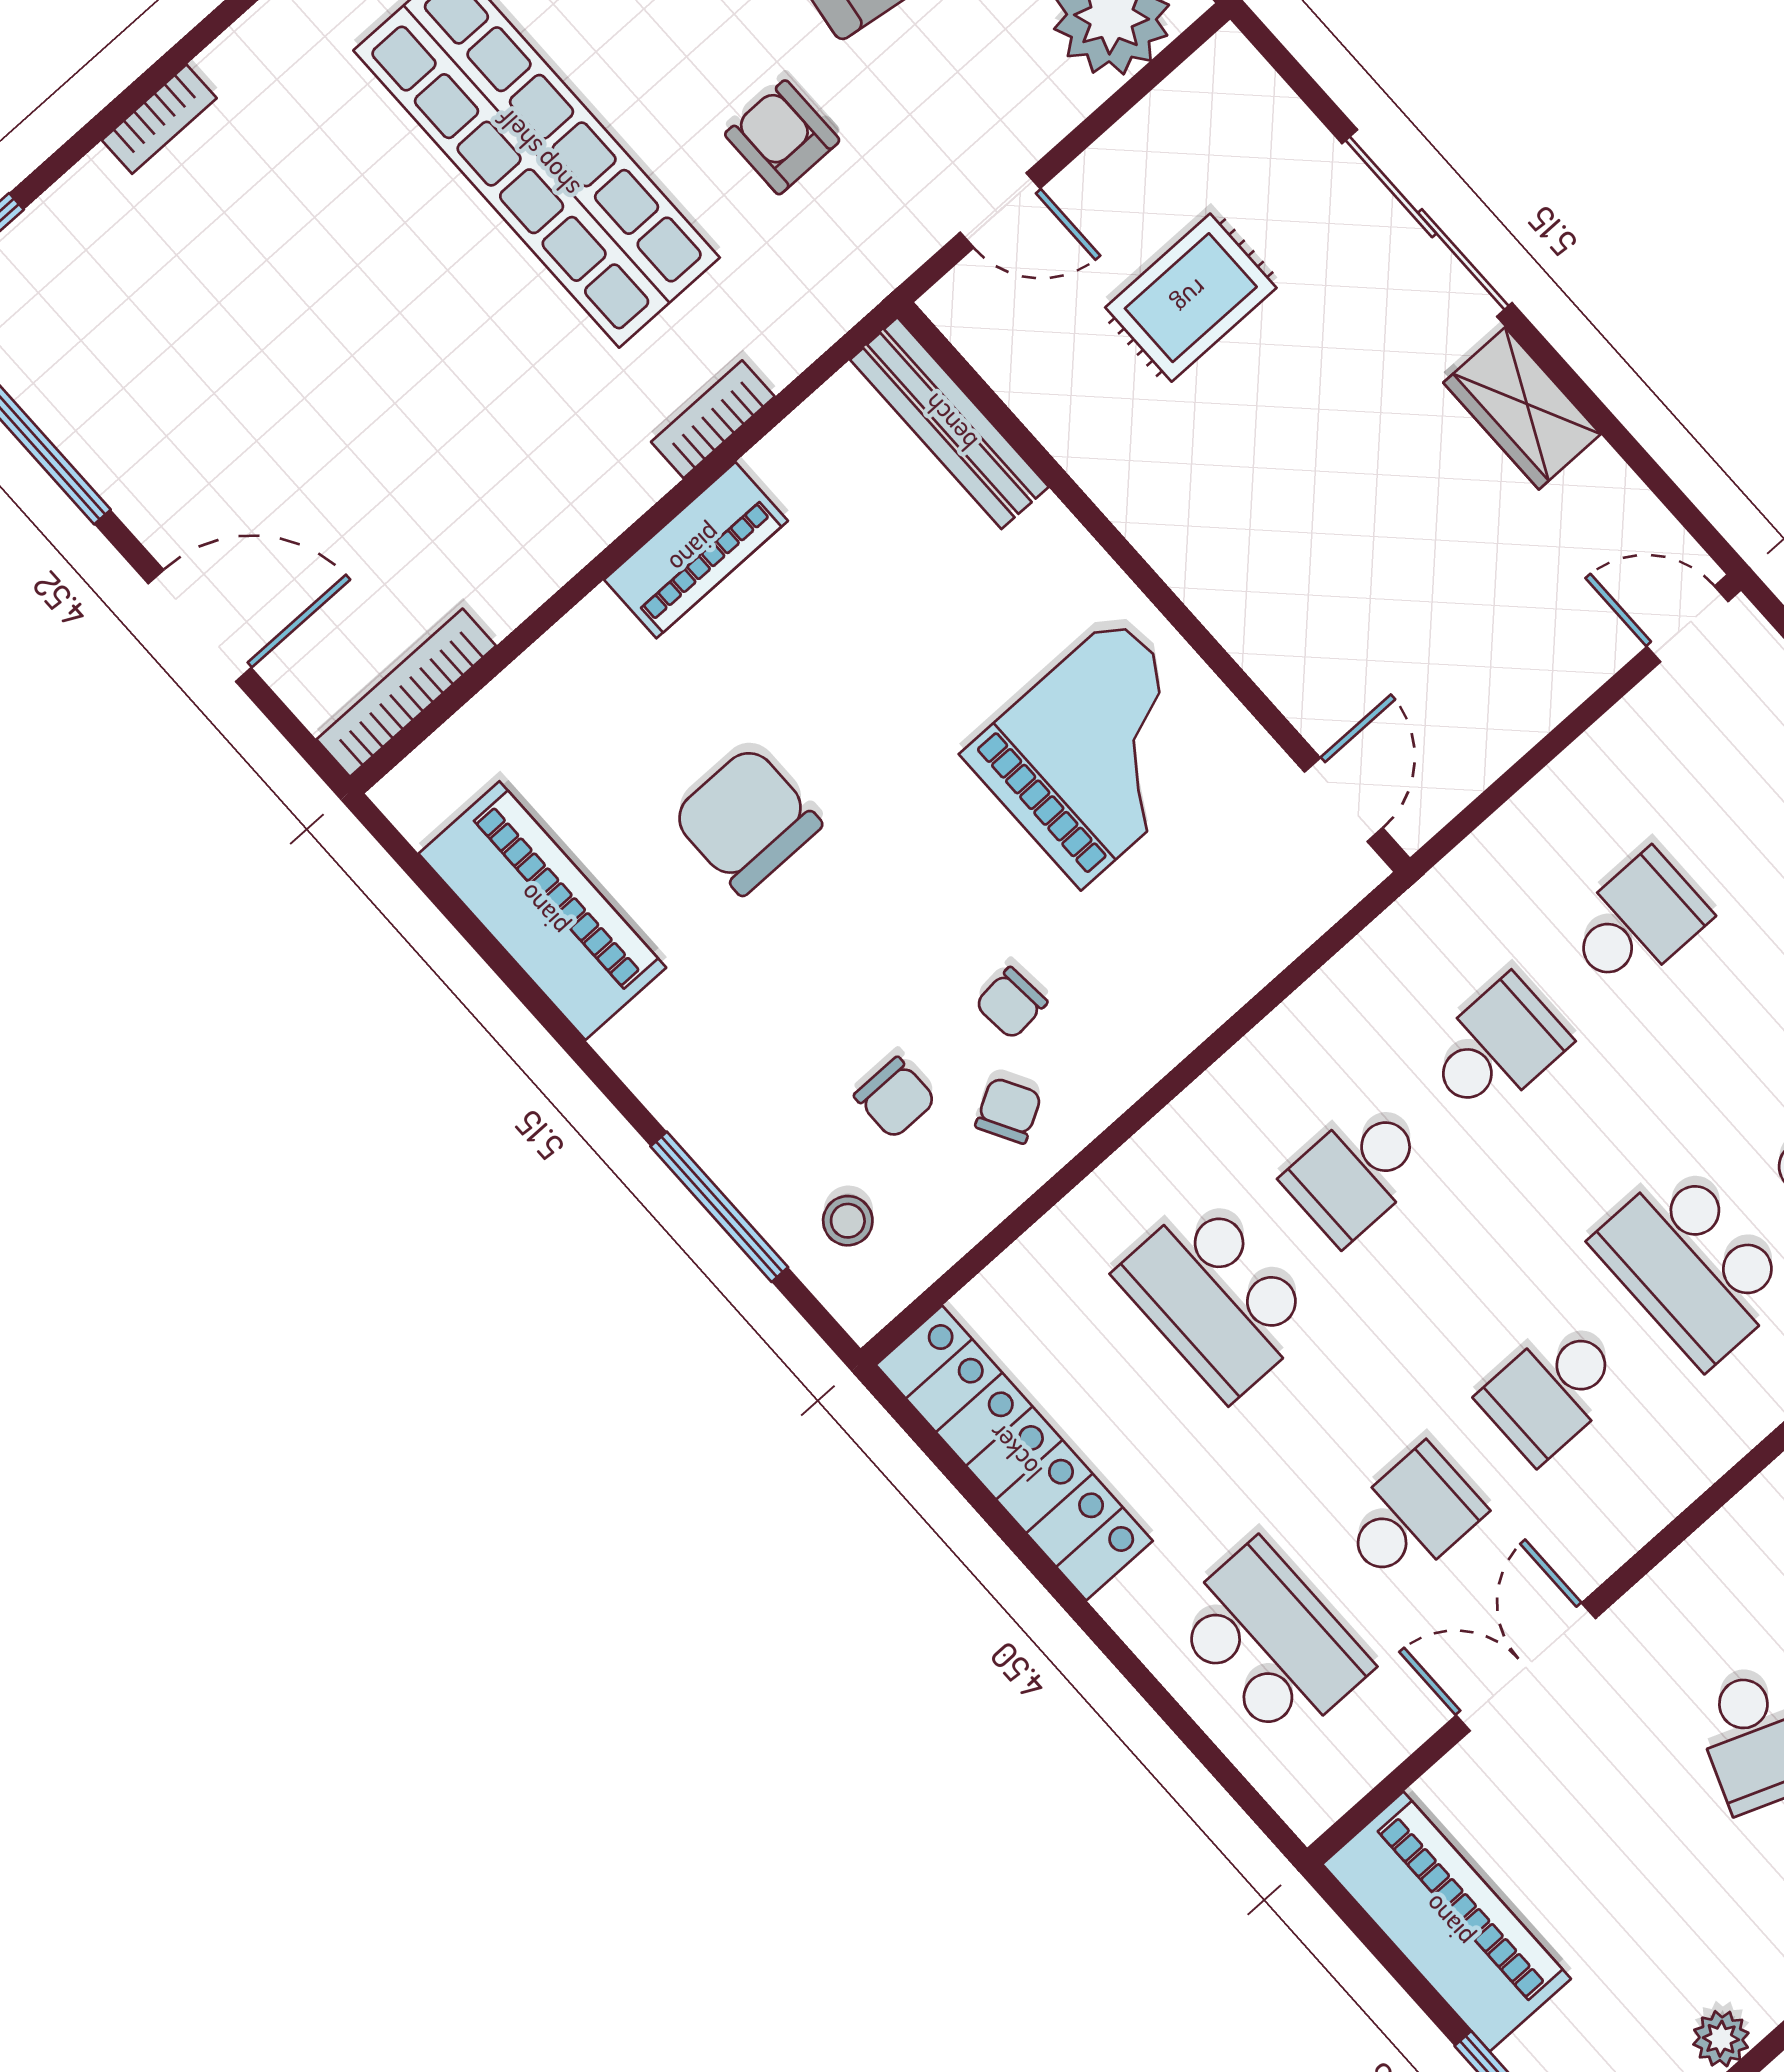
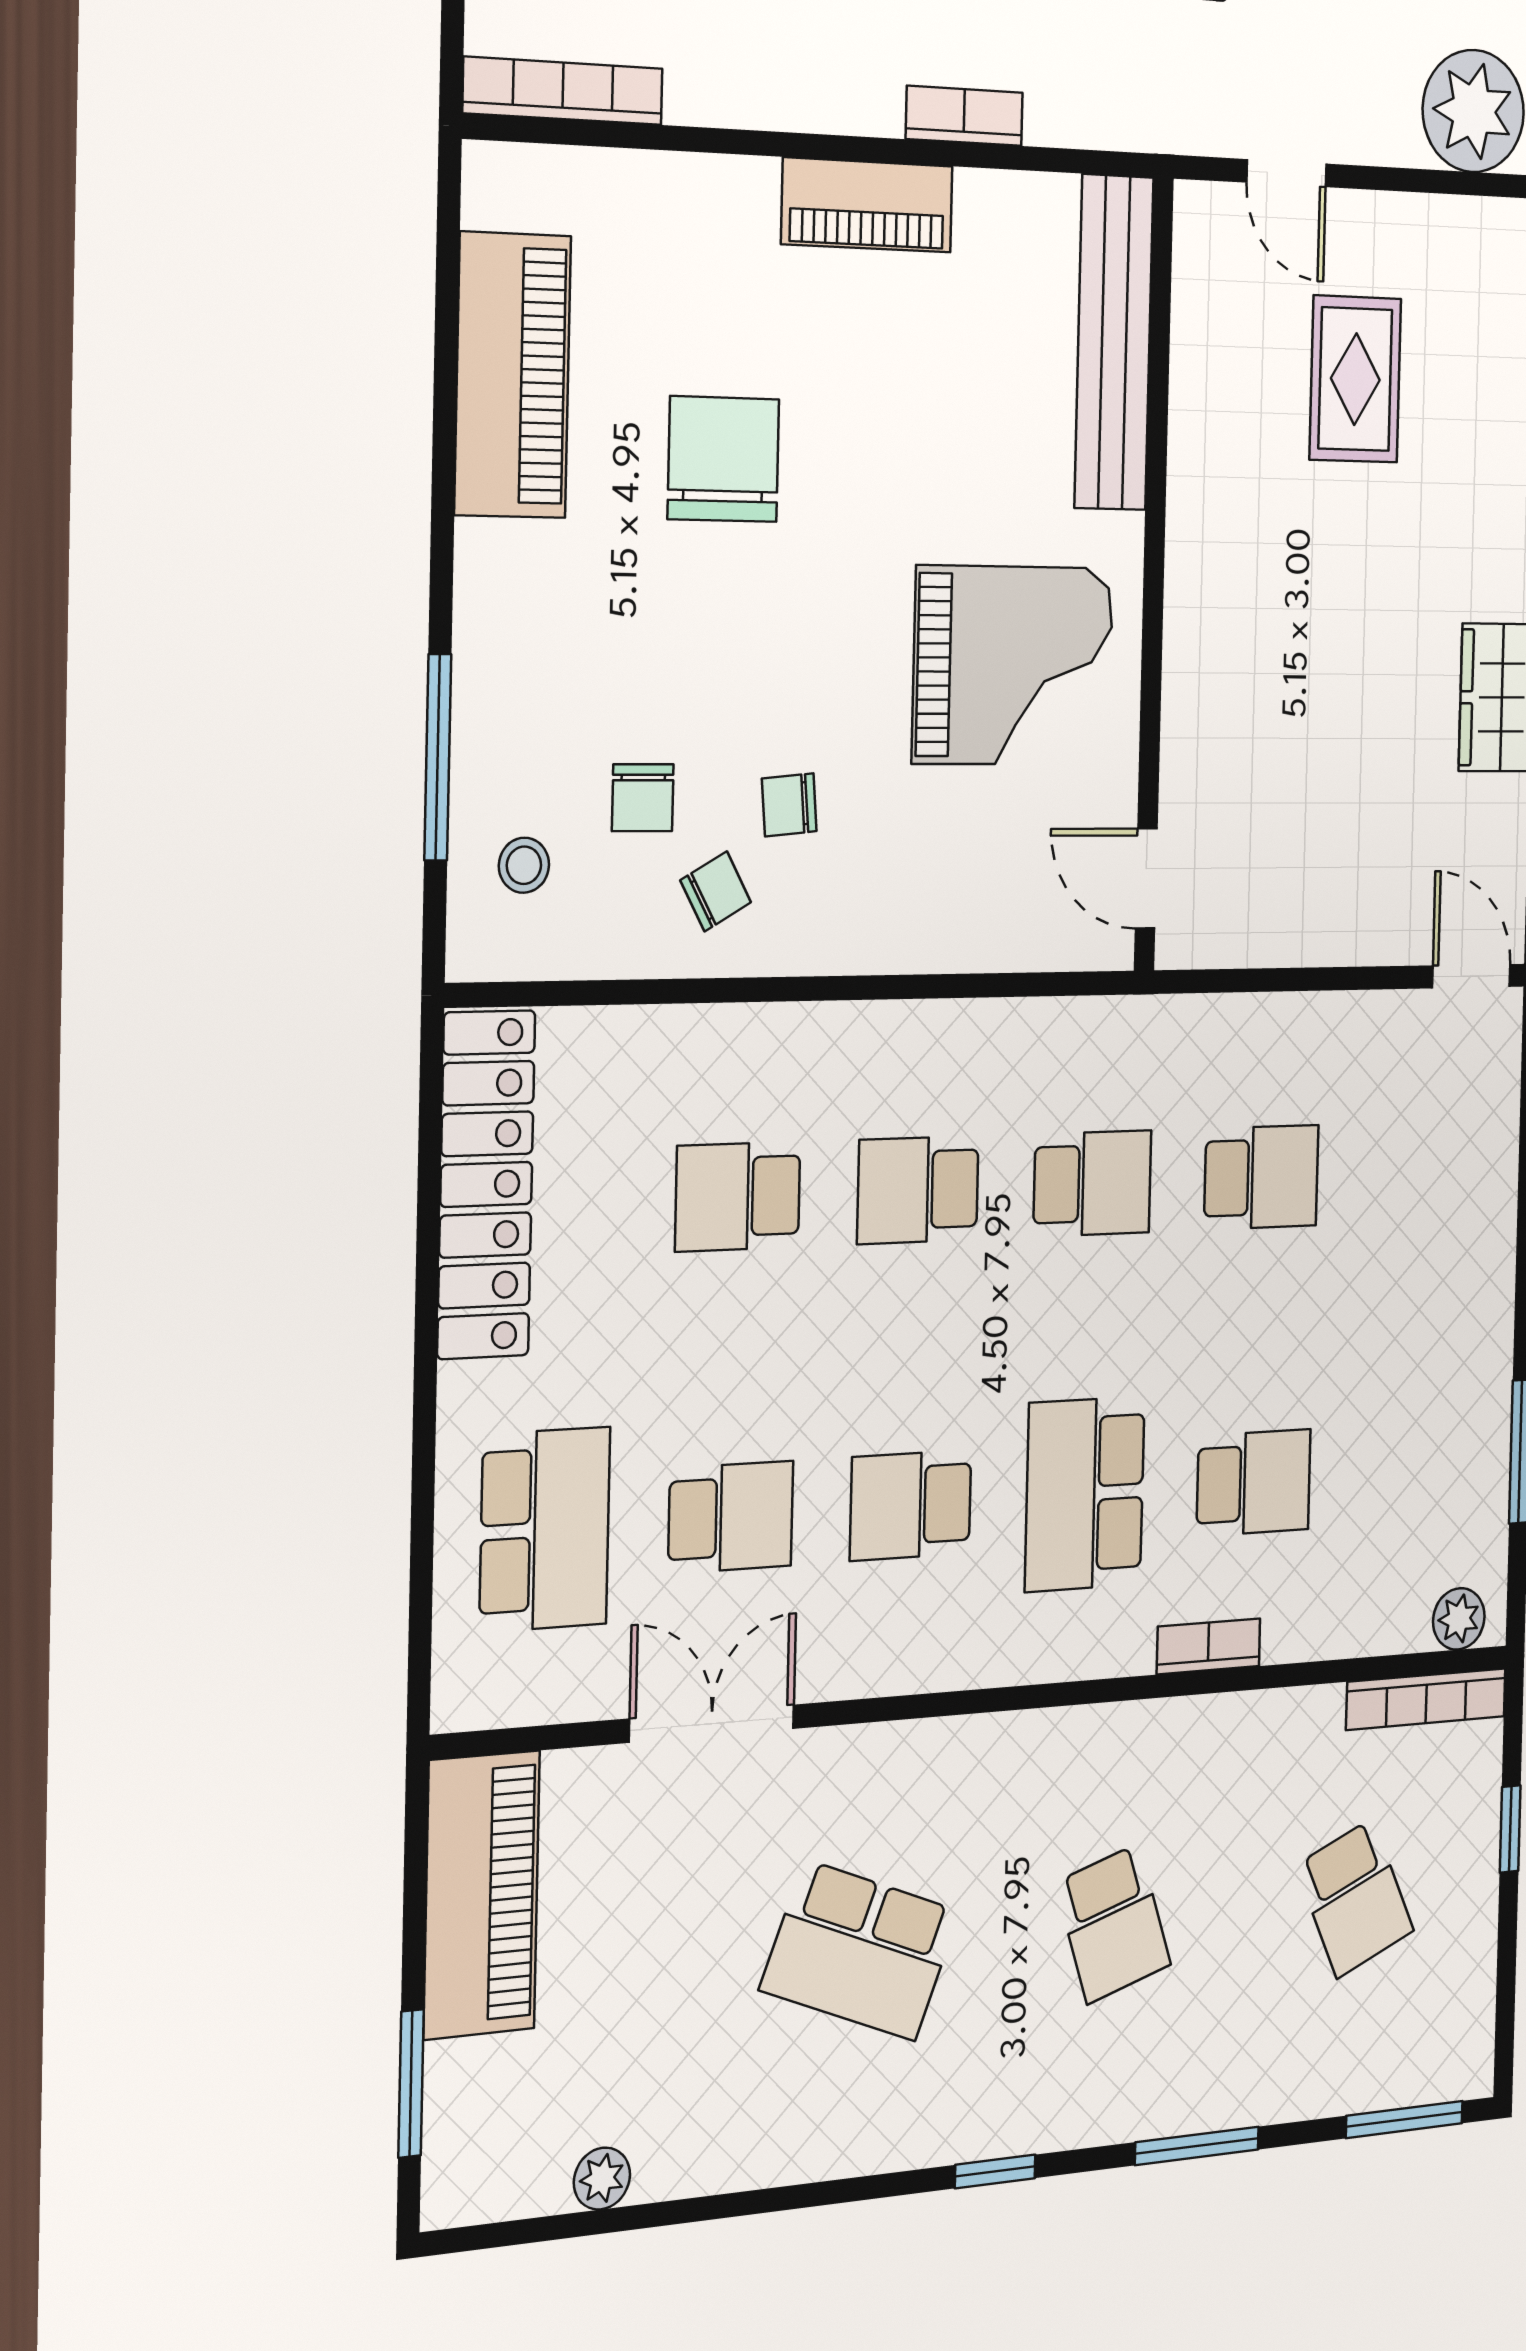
rug: (1191, 298) -> (1355, 379), turned 90
bench: (949, 423) -> (1114, 342), width x1.37, depth x1.21
door: (1344, 800) -> (1146, 878), swing flipped
school desk: (1216, 1298) -> (738, 1197), width x0.54

